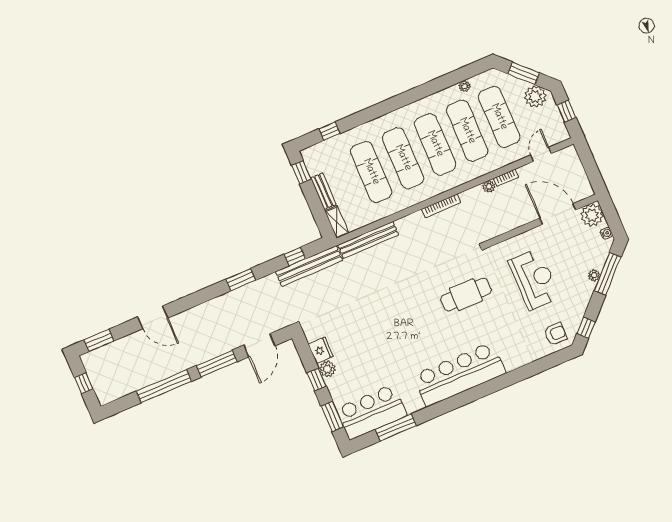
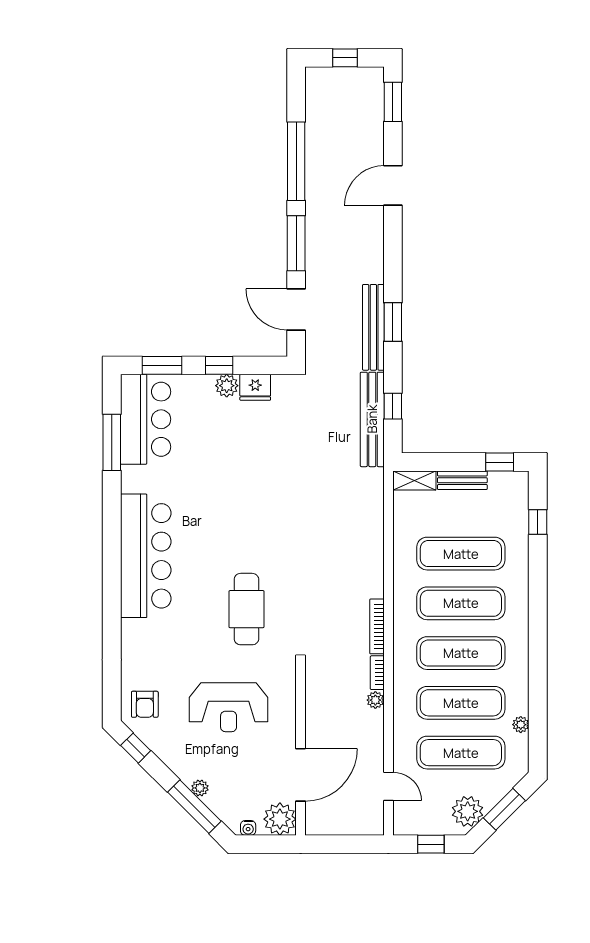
bookcase: (506, 178) -> (377, 673), moved
bench: (368, 240) -> (373, 327), moved

